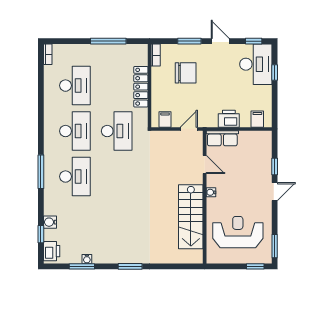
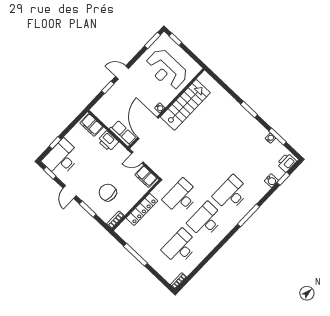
filing cabinet: (165, 119) -> (146, 177), width x2.00
filing cabinet: (257, 119) -> (91, 125), width x2.00
door: (205, 164) -> (148, 128), width x1.87

